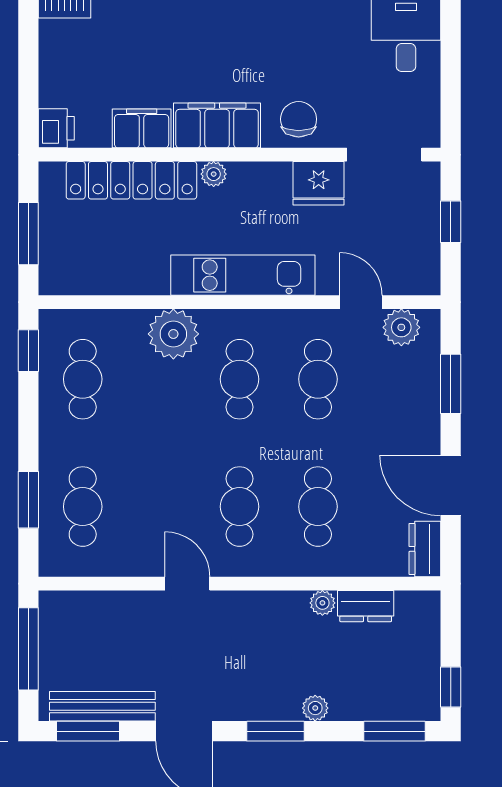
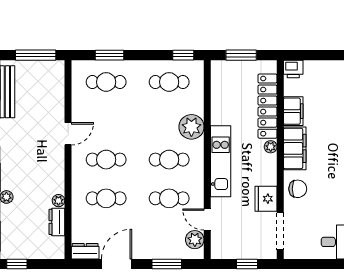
door: (361, 302) -> (207, 220), swing flipped

